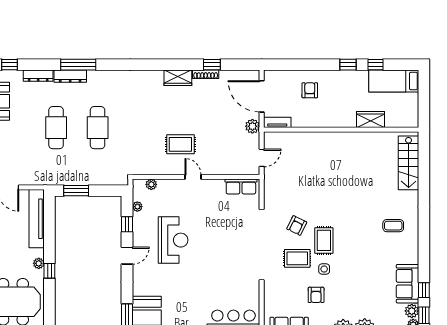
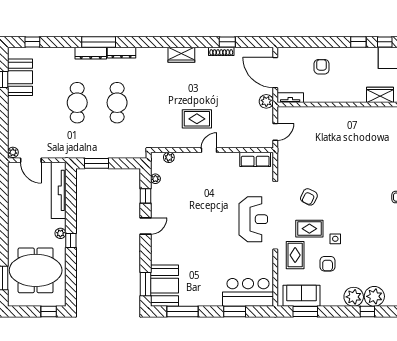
dresser: (38, 76) -> (121, 53), moved
wardrobe: (178, 78) -> (181, 55), moved
door: (193, 177) -> (209, 150), hinge flipped
reception desk: (173, 240) -> (253, 219), moved
rug: (324, 240) -> (295, 255), moved

